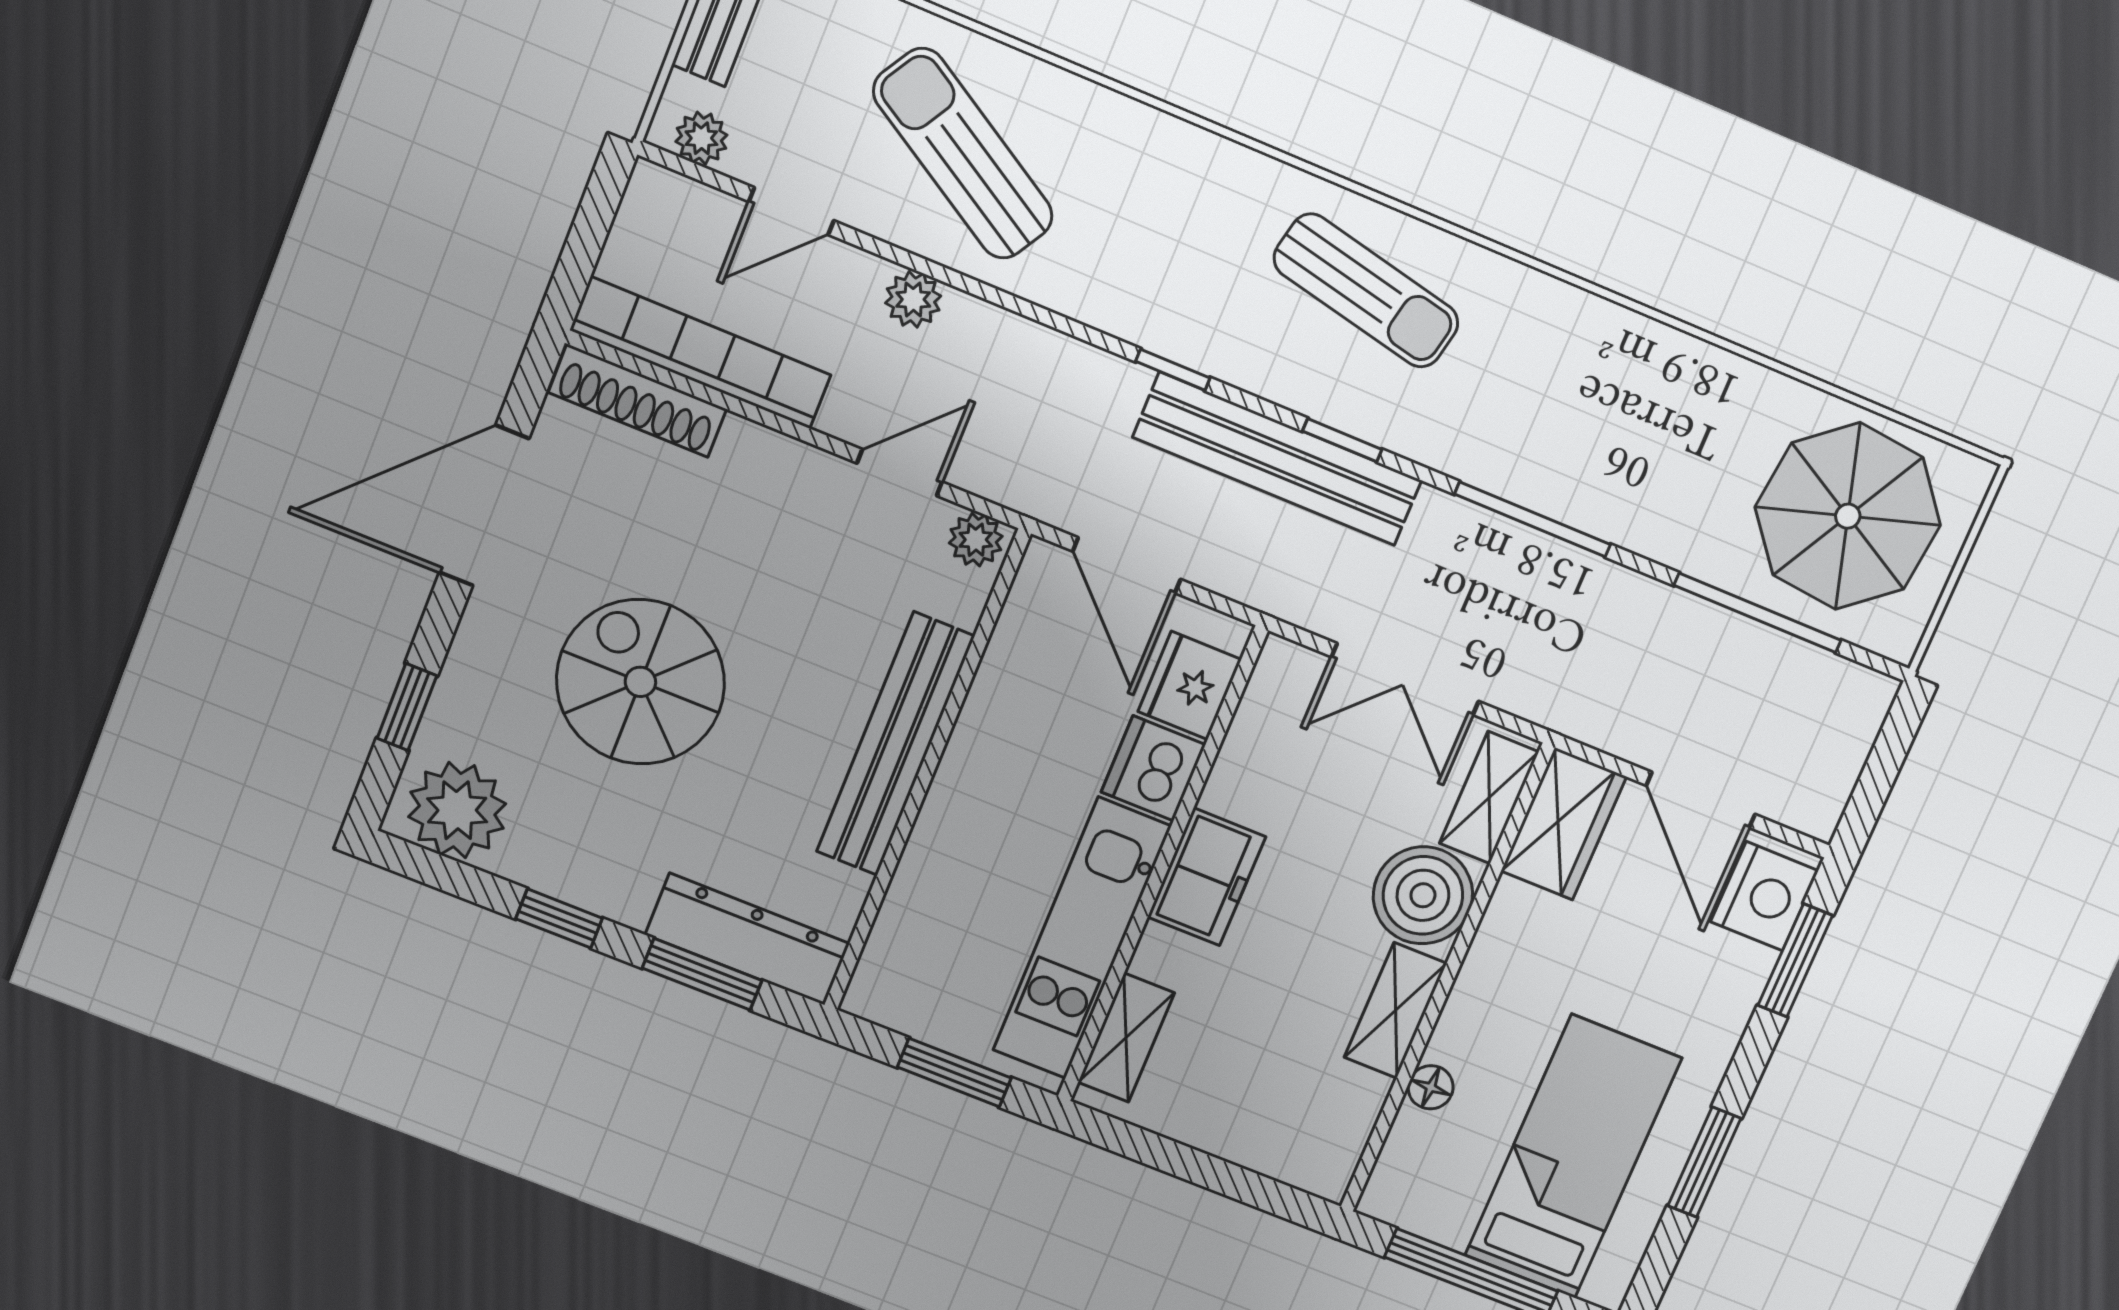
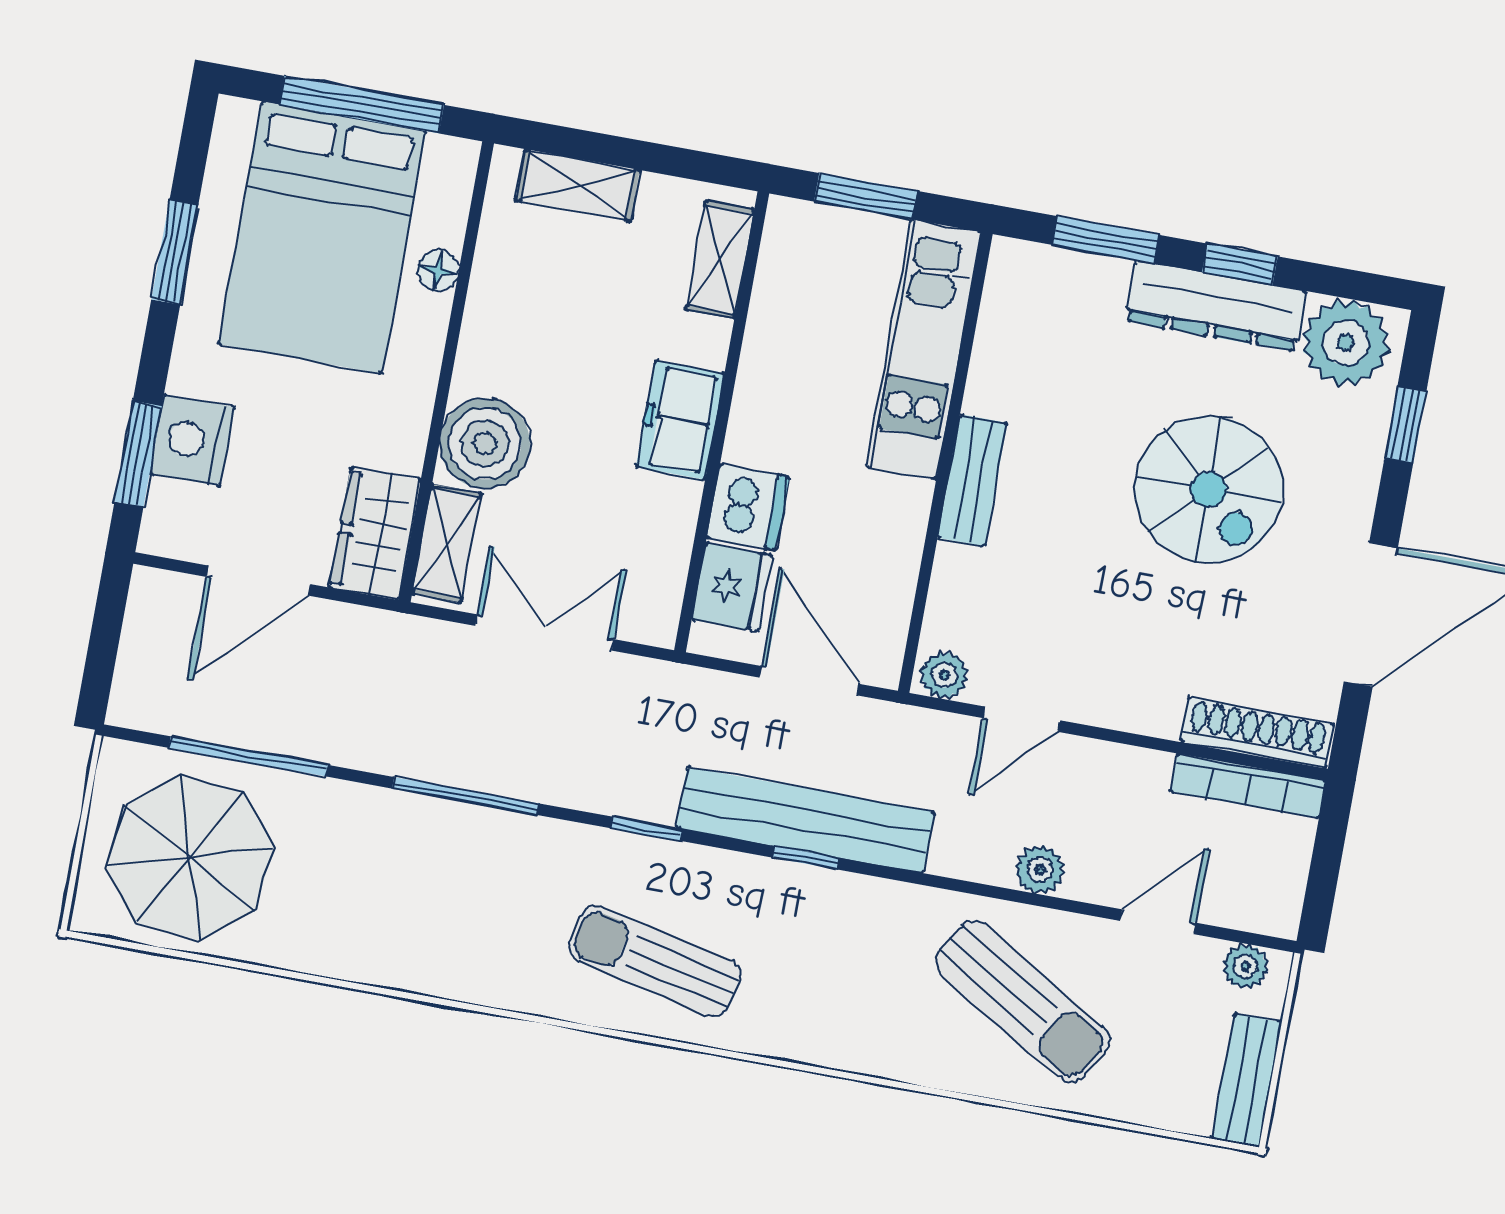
bookcase: (701, 353) -> (1248, 786), width x0.68, depth x0.76
bench: (1277, 459) -> (805, 820), moved
bench: (895, 744) -> (972, 480), width x0.54, depth x0.82
door: (1701, 800) -> (258, 581), swing flipped
nightstand: (1764, 896) -> (192, 440), moved
kitchen unit: (1082, 938) -> (924, 350), moved, turned 180
dresser: (747, 939) -> (1216, 306), moved
shelving: (1395, 1010) -> (578, 185), moved, turned 90
bed: (1573, 1157) -> (322, 238), width x1.50

